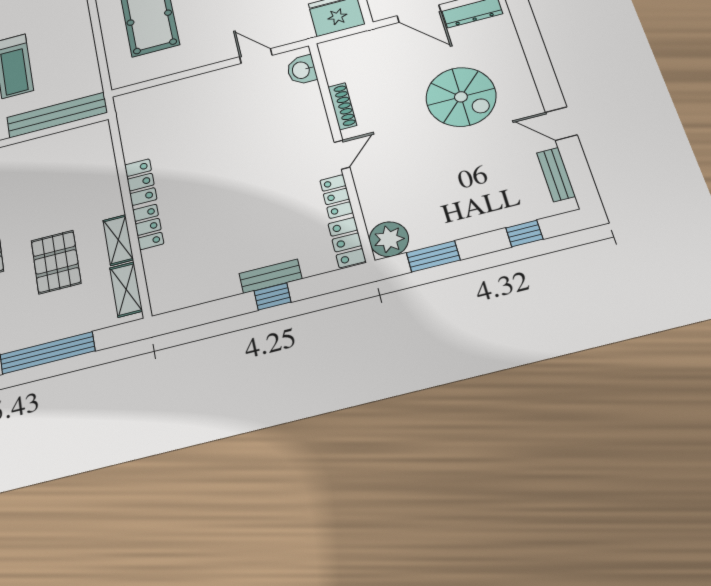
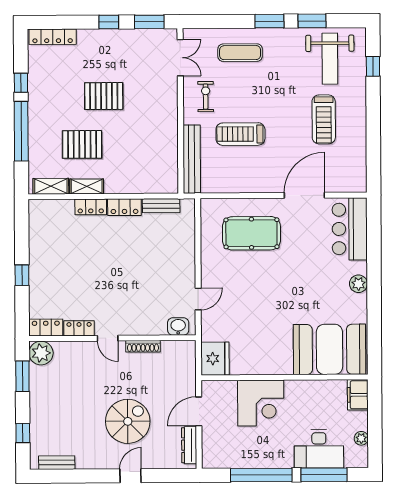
spiral stairs: (461, 97) -> (128, 421), turned 180
door: (561, 124) -> (131, 476), moved
bench: (270, 276) -> (161, 206), moved, turned 90

